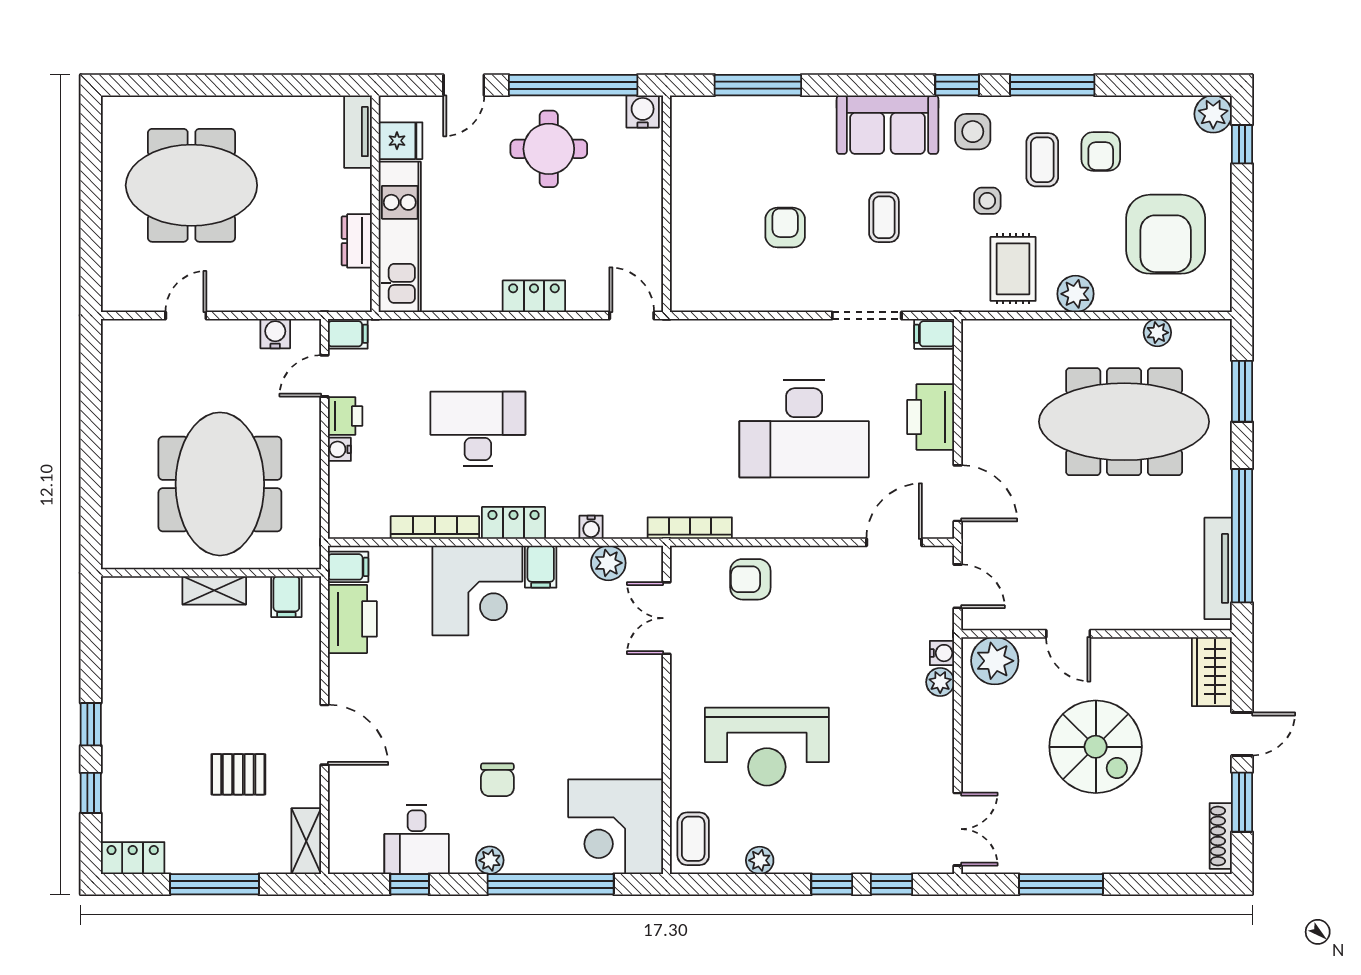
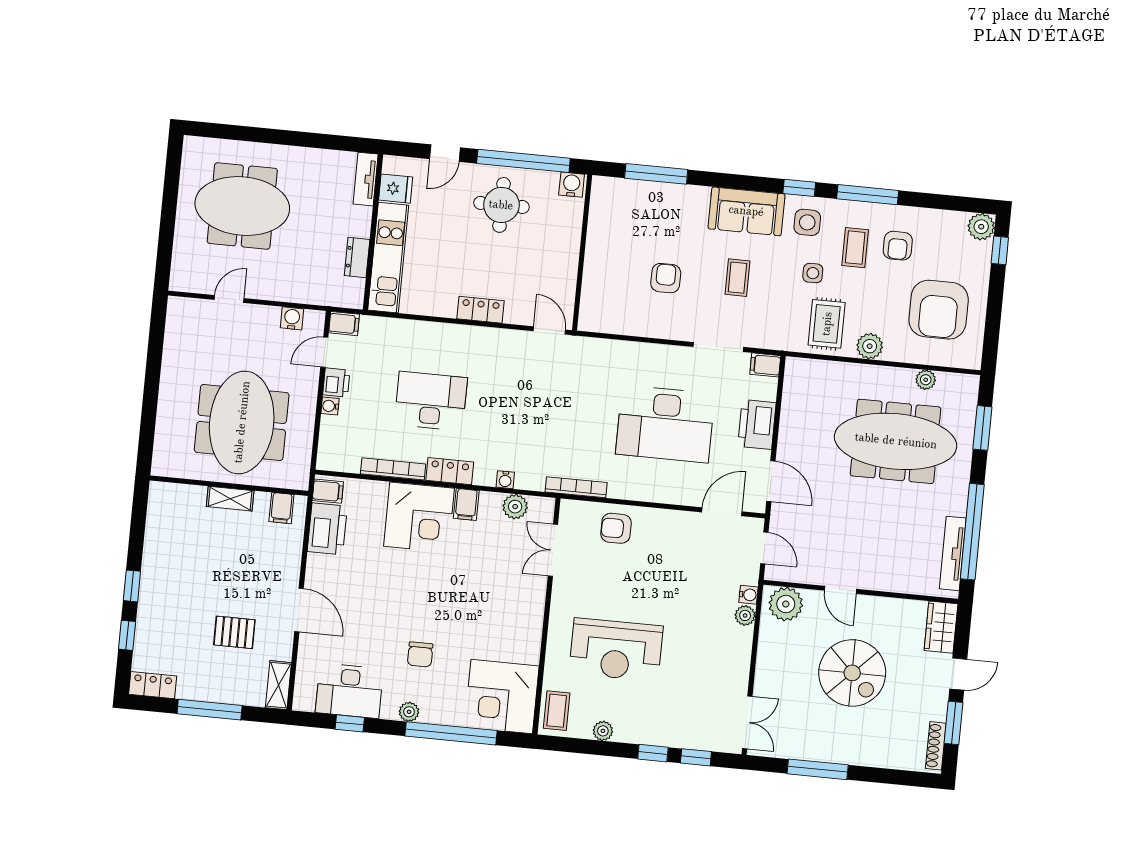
desk: (417, 839) -> (349, 691), width x1.37

